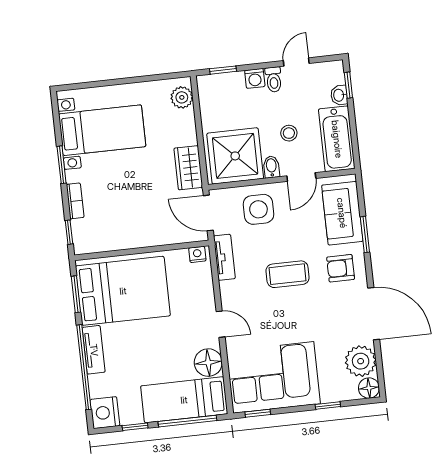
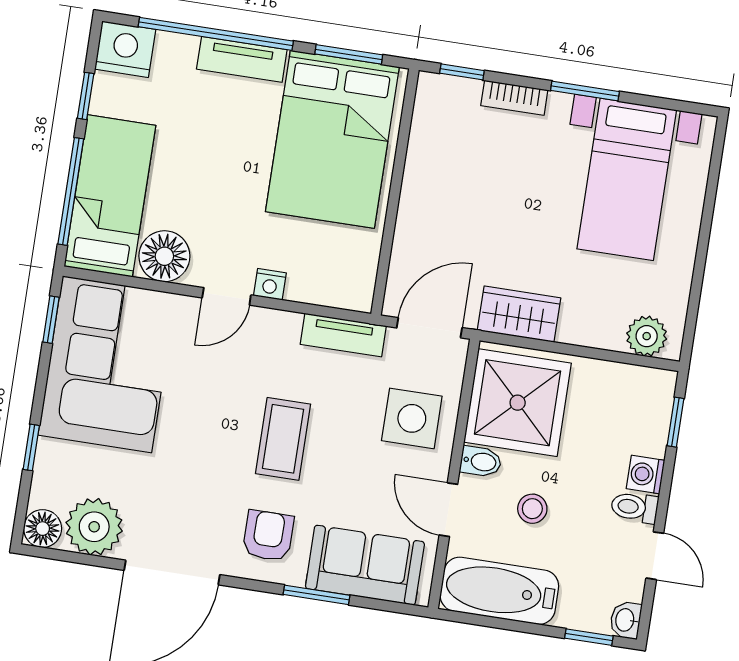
washbasin: (339, 95) -> (626, 620), moved, turned -90
nightstand: (197, 254) -> (270, 284), moved, turned 90

